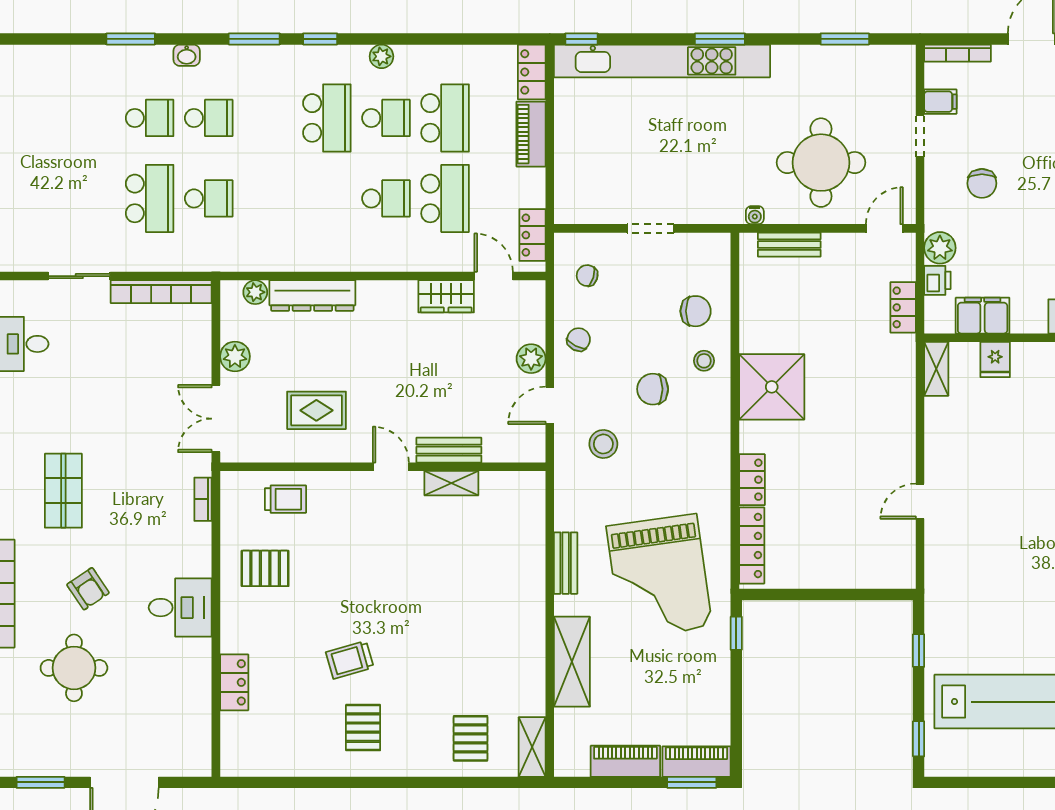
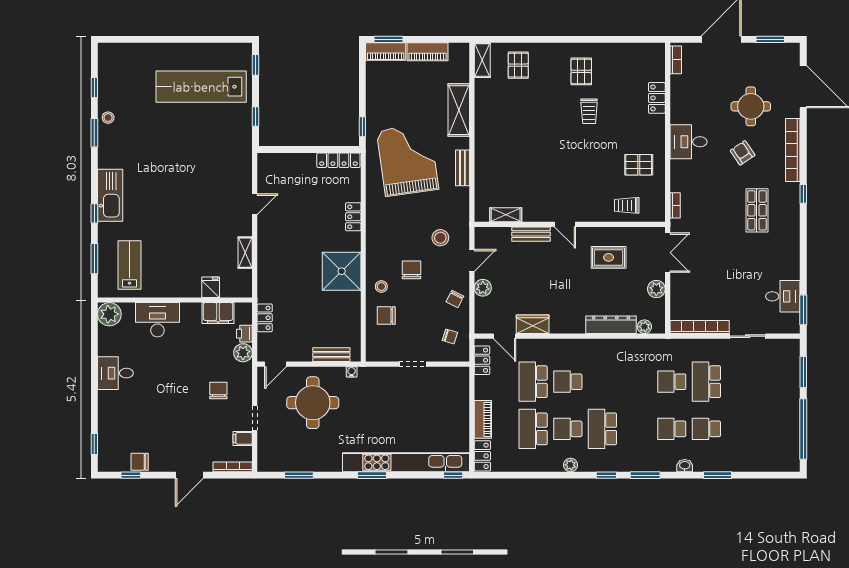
shelving: (936, 369) -> (245, 253), moved
chair: (653, 389) -> (411, 270), turned -90
shelving: (451, 483) -> (506, 215), moved
locker: (752, 545) -> (338, 160), moved, turned -90
trolley: (350, 660) -> (589, 111), turned 106
bookcase: (202, 747) -> (676, 60), added

